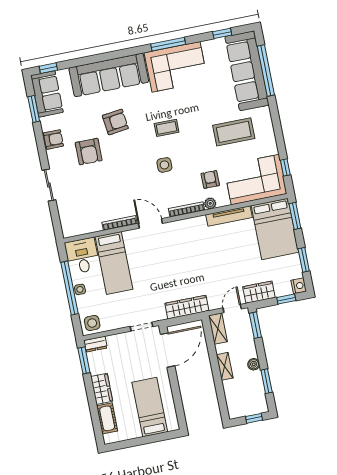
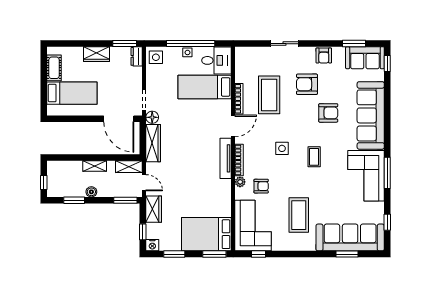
window: (266, 70) -> (347, 254), width x0.47
armchair: (115, 122) -> (328, 113), turned -83
coffee table: (109, 191) -> (269, 95), added
tv unit: (229, 216) -> (226, 158), moved
floor lamp: (159, 314) -> (152, 117), added
cot: (107, 418) -> (54, 68), moved, turned 90

